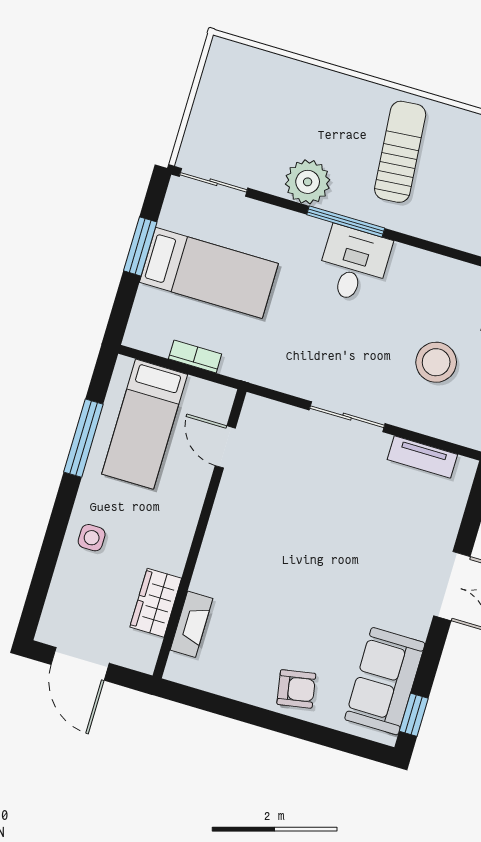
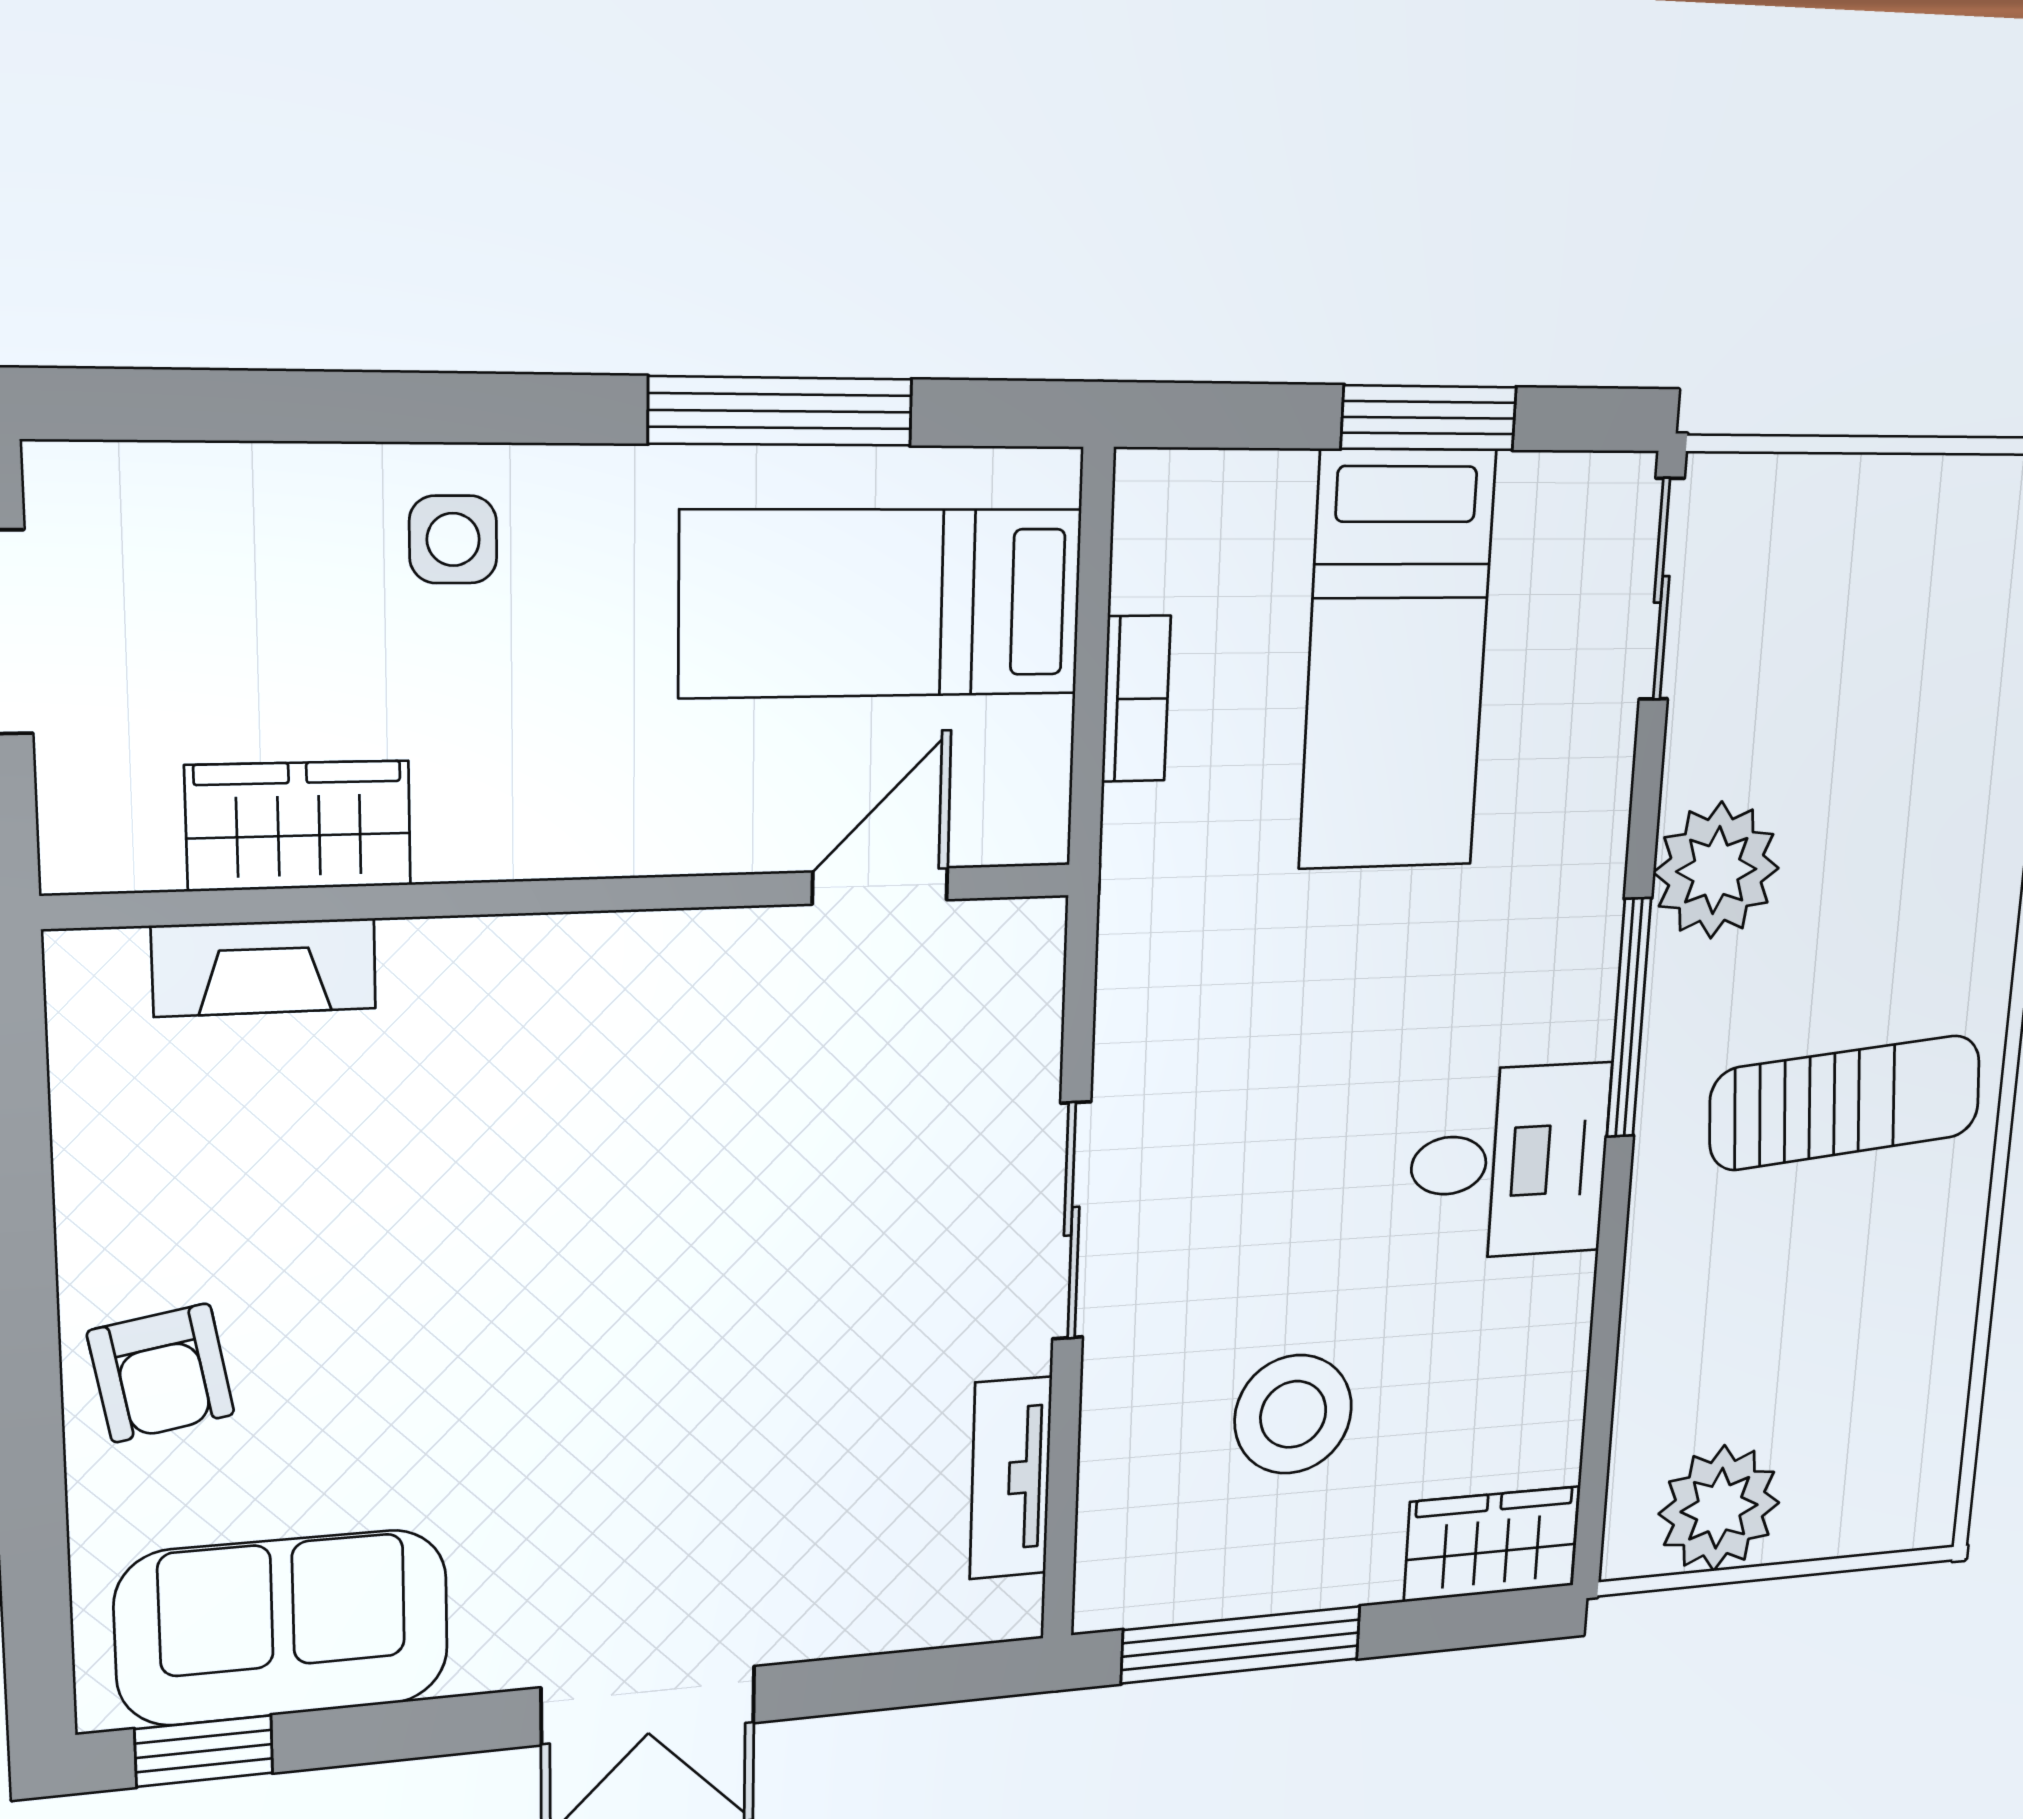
desk: (354, 264) -> (1509, 1162), moved

